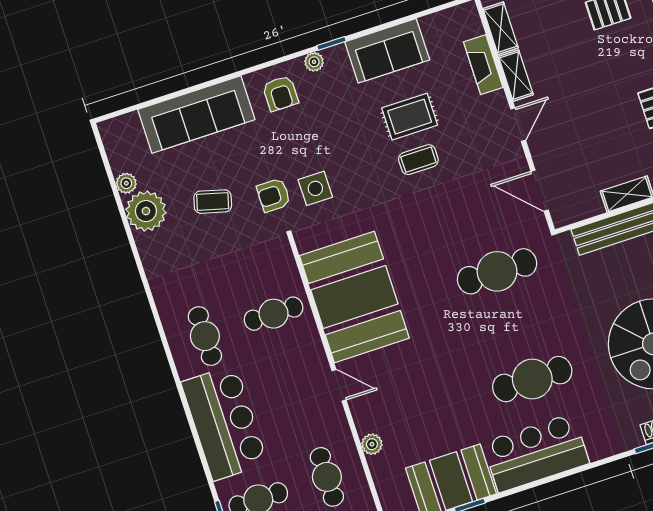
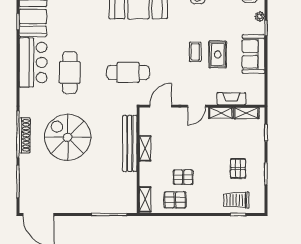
door: (518, 125) -> (196, 106), hinge flipped
cafe table: (497, 271) -> (128, 72), turned 90

